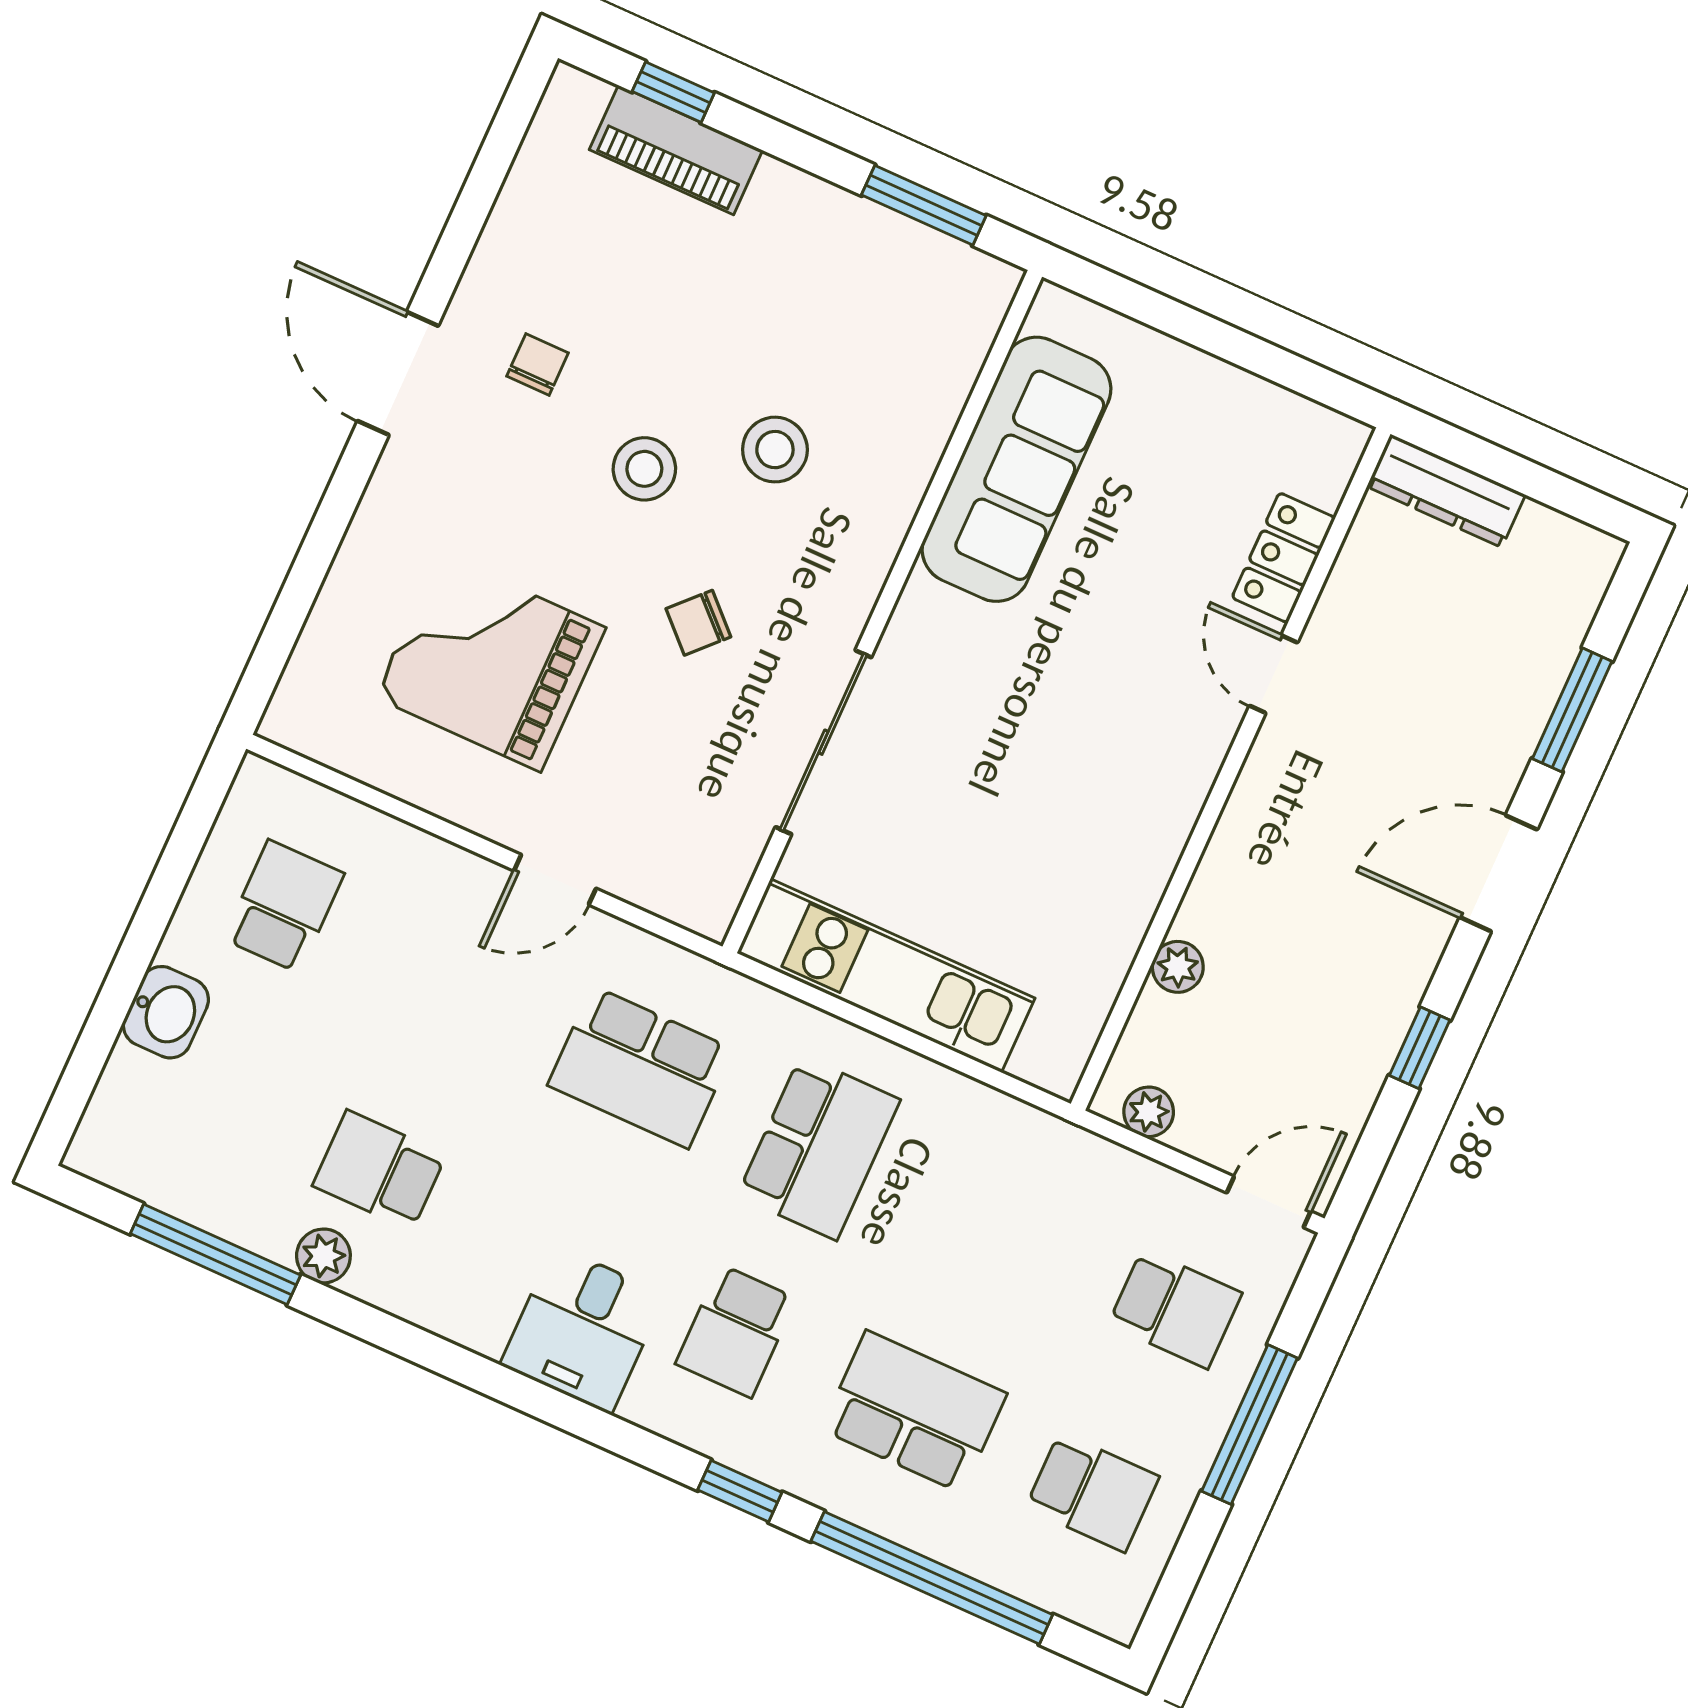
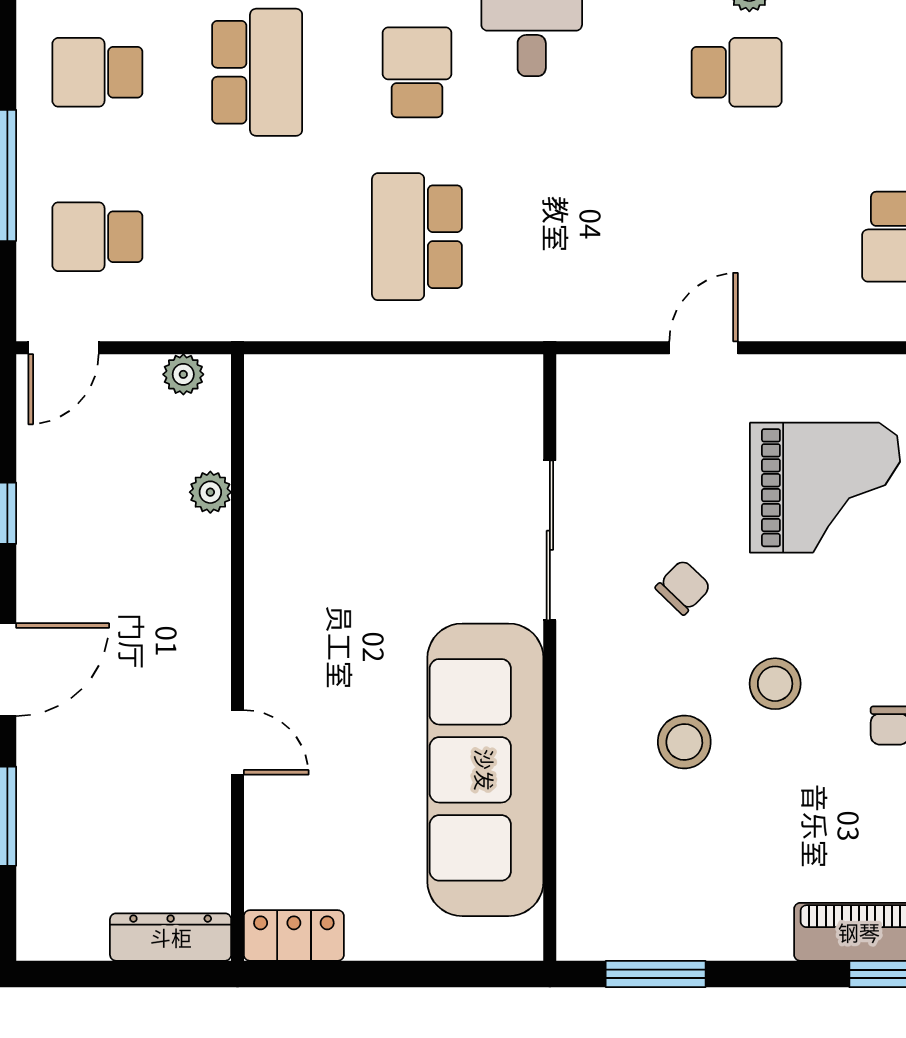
sofa: (1017, 469) -> (485, 770), width x1.36, depth x1.27
locker: (1284, 558) -> (294, 935), moved, turned -90
kitchen unit: (886, 976) -> (425, 388), removed
school desk: (640, 1067) -> (577, 237), removed
school desk: (914, 1412) -> (257, 72), turned -90

